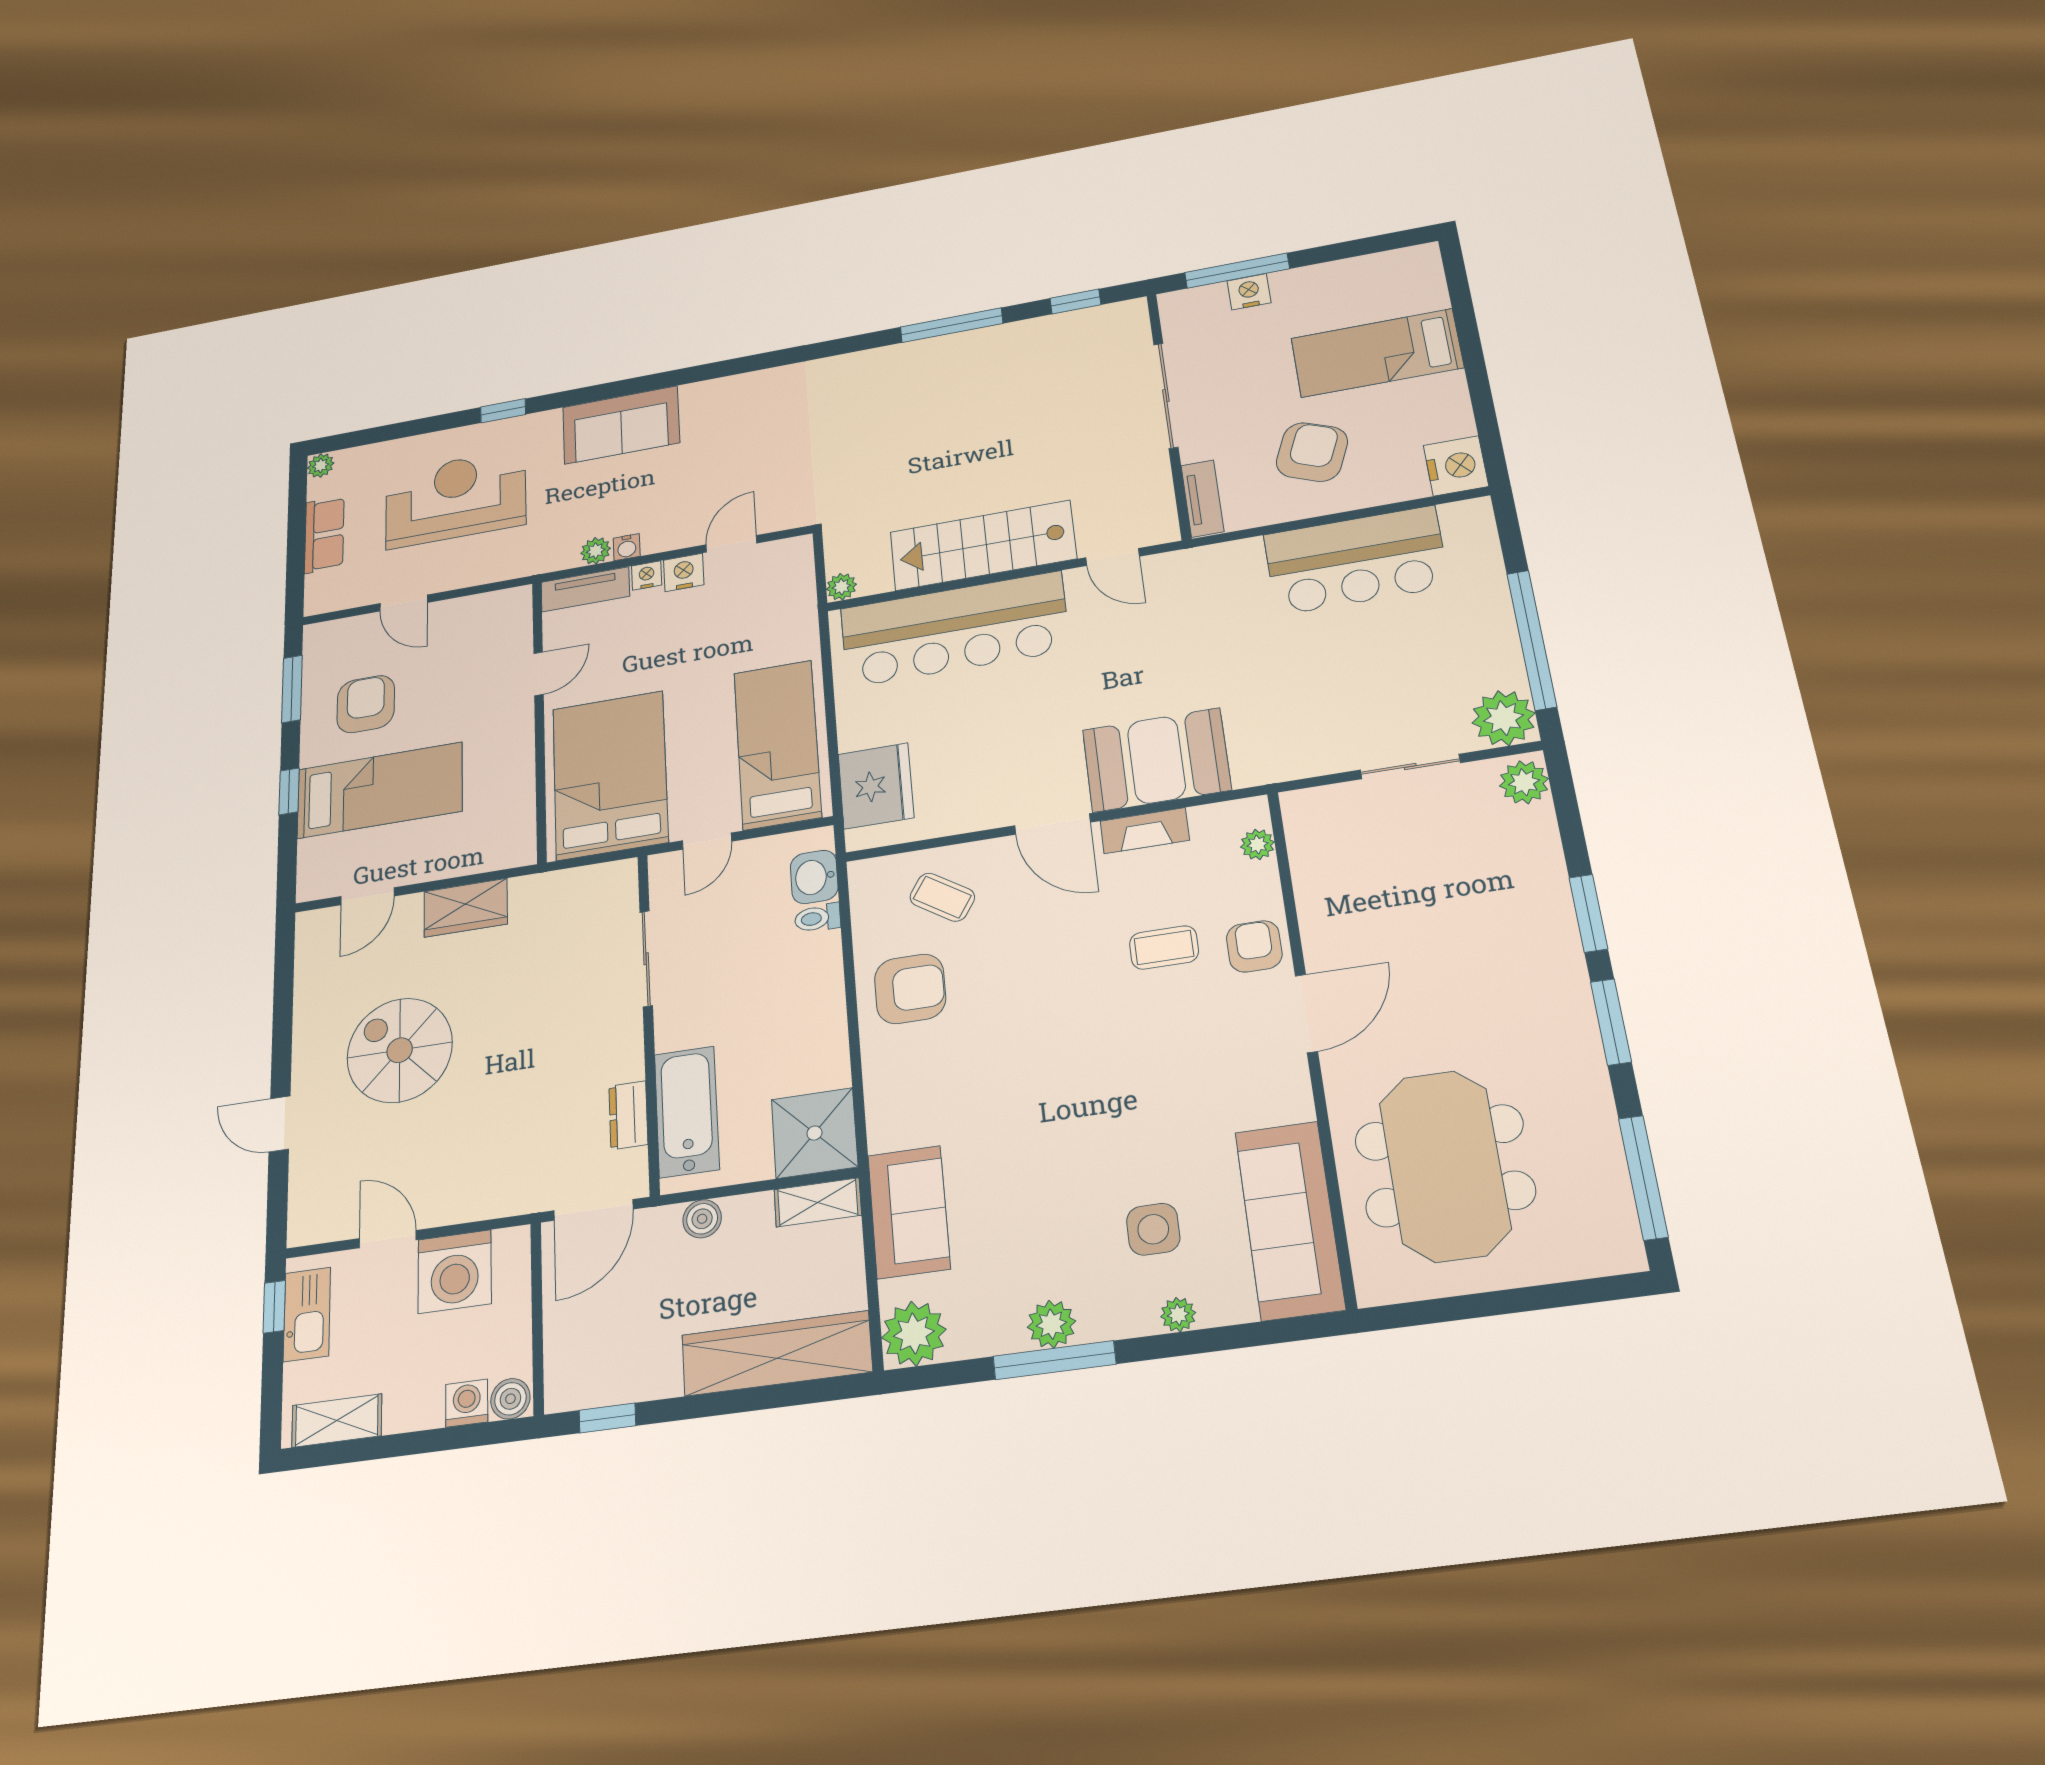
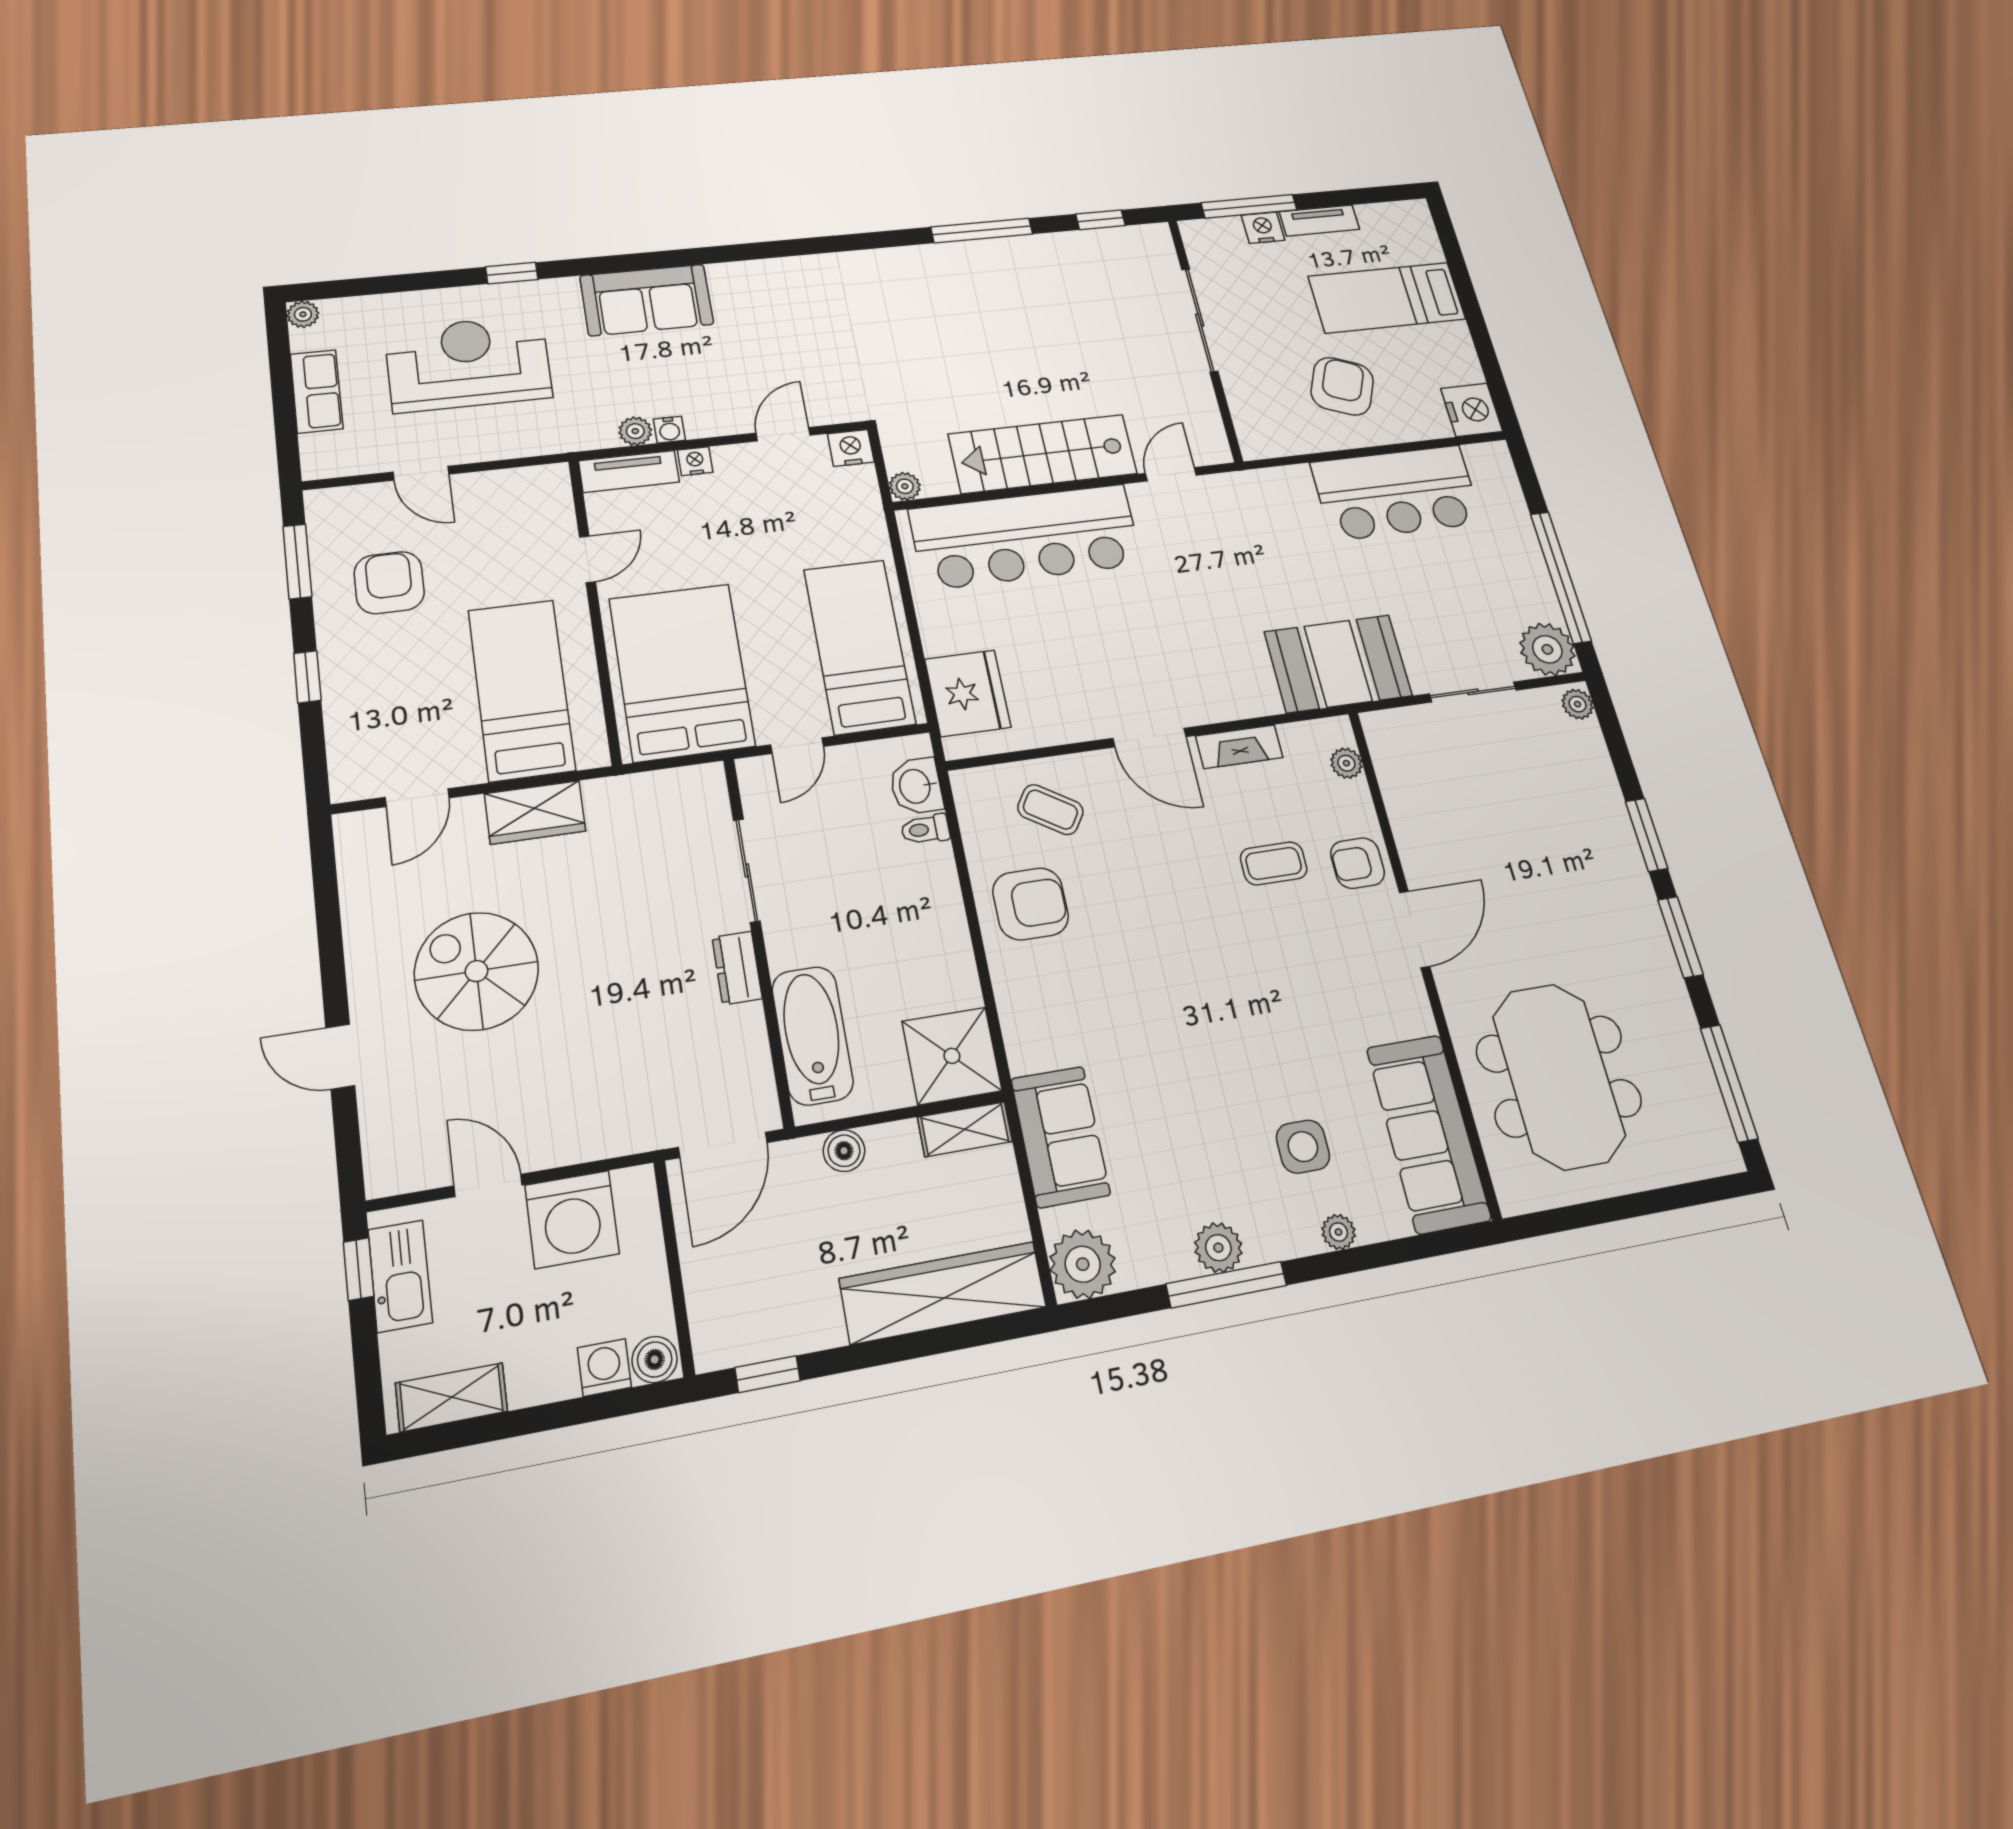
tv unit: (1202, 498) -> (1319, 221), moved, turned 90
door: (1113, 557) -> (1171, 474), swing flipped
nightstand: (684, 572) -> (851, 448), moved
booth: (1156, 760) -> (1338, 664), moved
plant: (1524, 782) -> (1578, 704), width x0.73, depth x0.73
bed: (380, 790) -> (521, 690), moved, turned -90
armchair: (1254, 946) -> (1358, 863), turned -90
dresser: (628, 1115) -> (737, 968), moved

